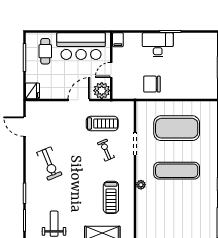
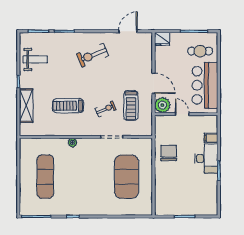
filing cabinet: (118, 40) -> (211, 138), moved
exercise mat: (177, 171) -> (45, 177), moved
treadmill: (111, 197) -> (68, 106), moved

